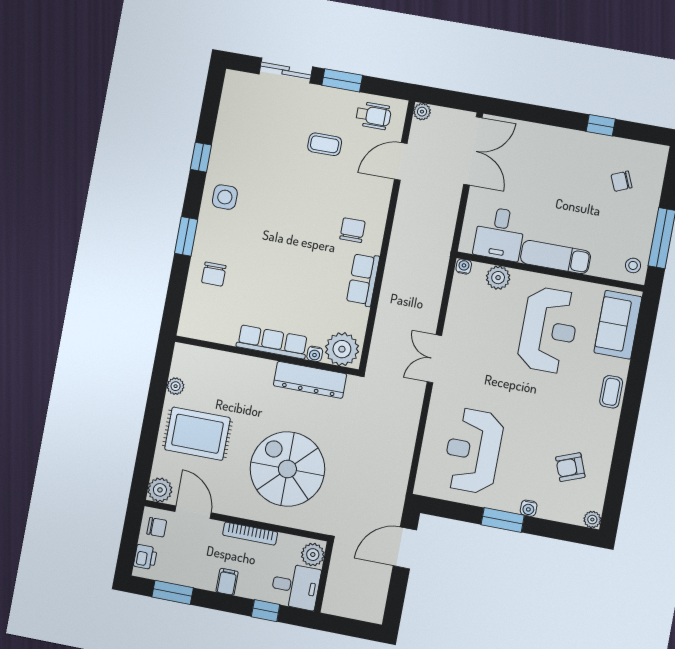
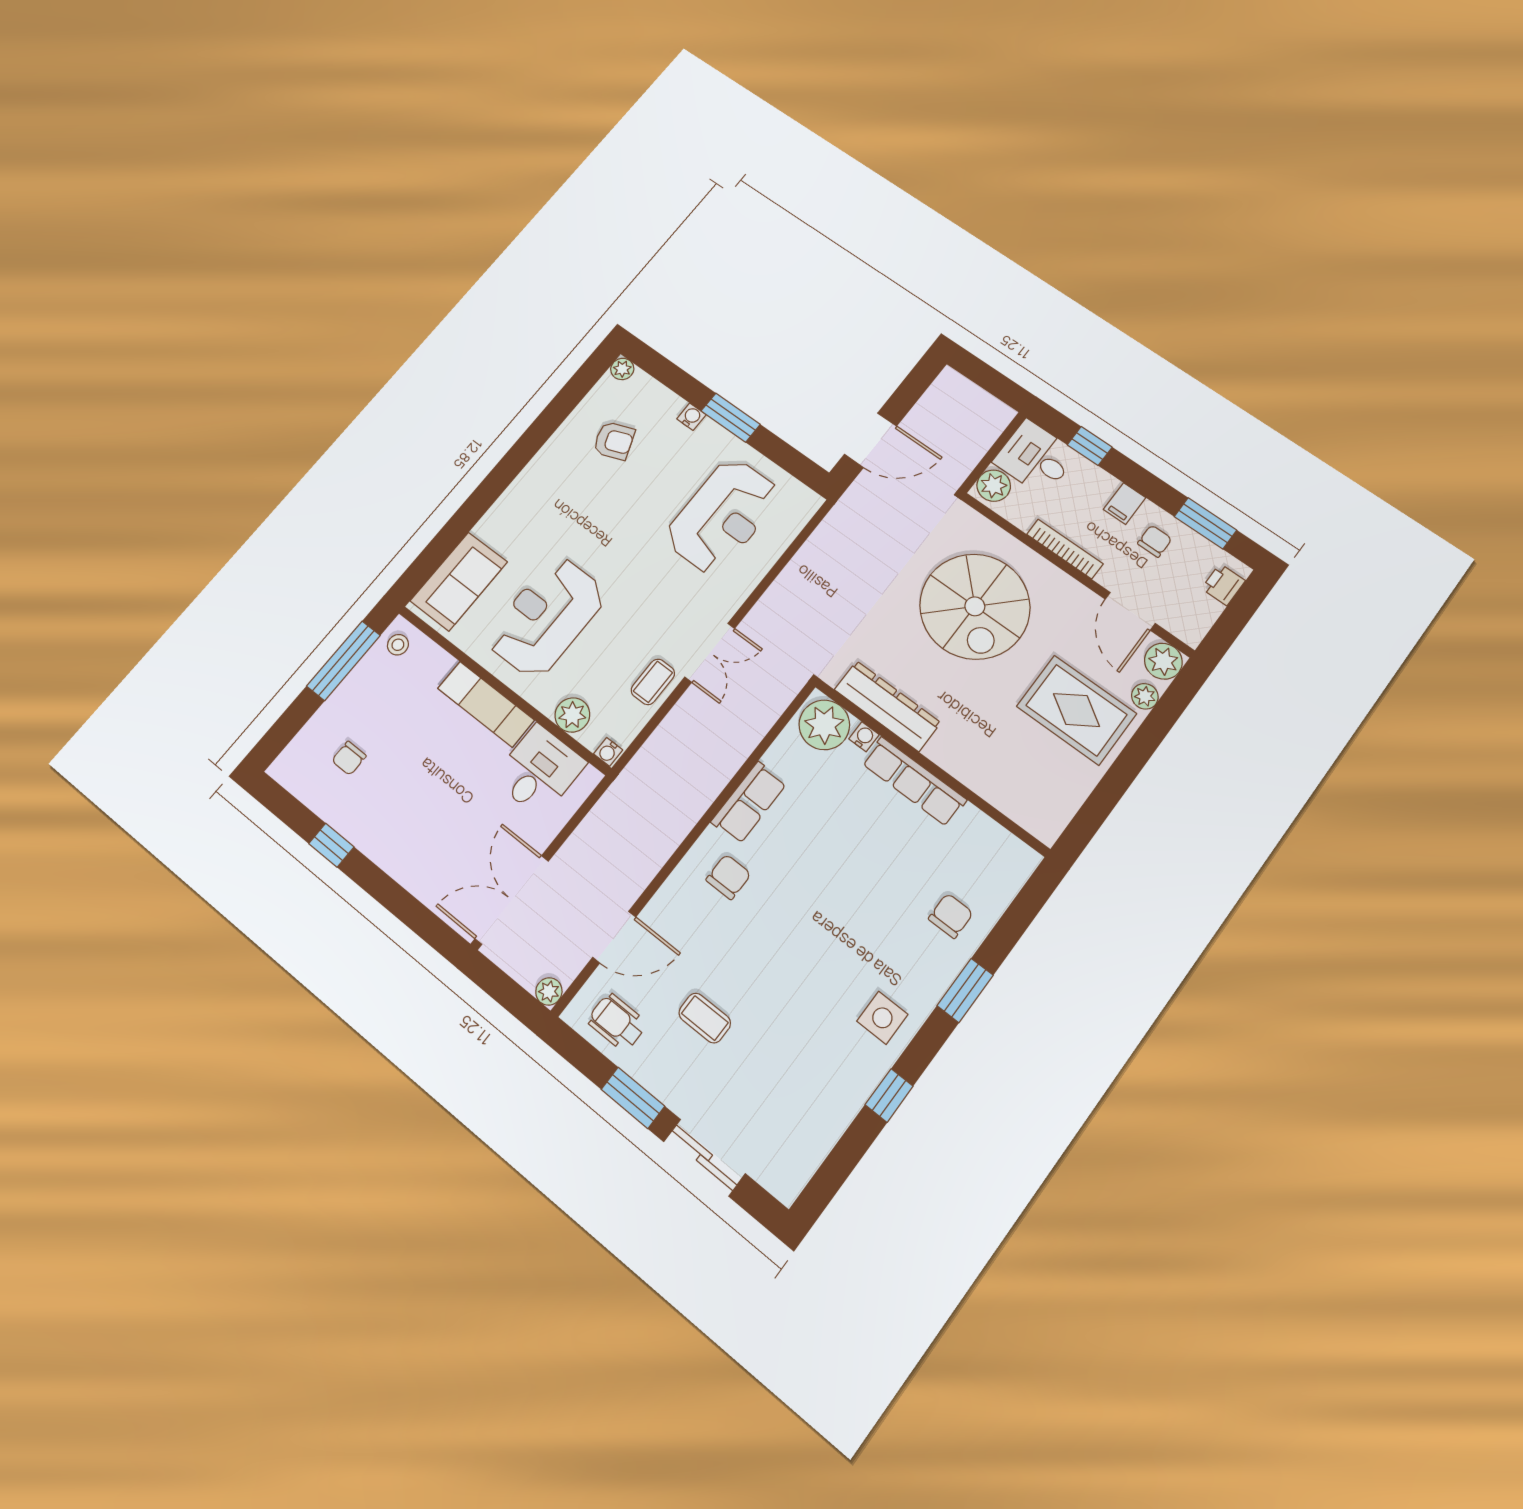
chair: (622, 181) -> (349, 758), turned 113
chair: (352, 230) -> (728, 877), turned 180
plant: (176, 386) -> (1145, 696), moved
coffee table: (611, 392) -> (653, 682), moved
chair: (157, 527) -> (1155, 541), moved, turned 90

